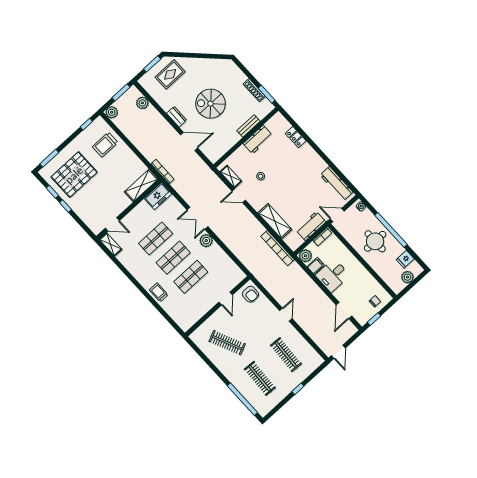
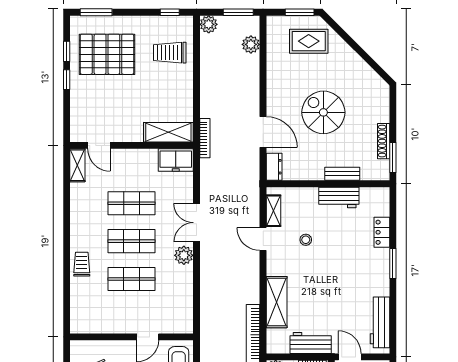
dresser: (177, 117) -> (274, 167), moved
window: (316, 148) -> (393, 263), added

